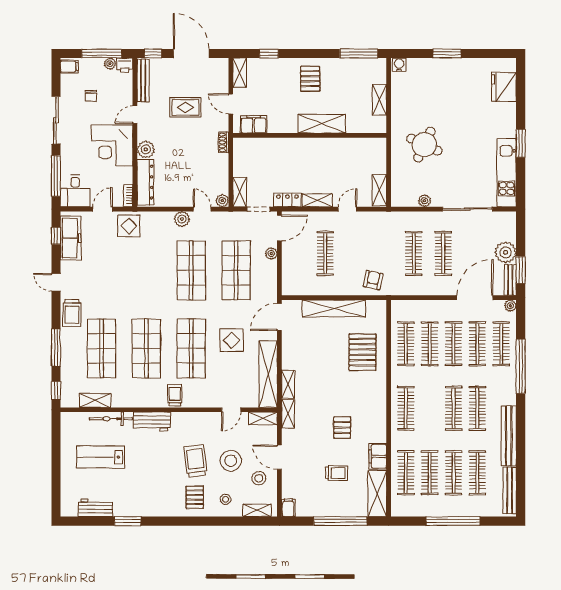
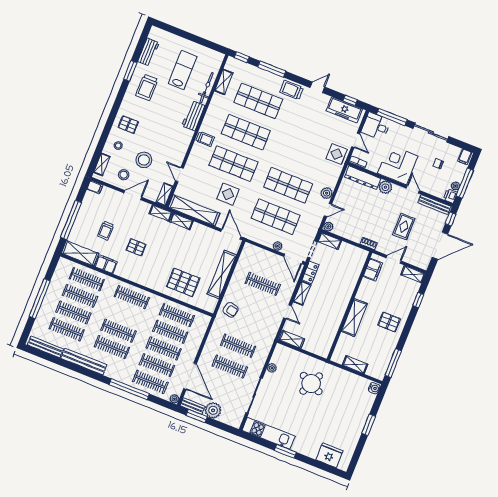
trolley: (195, 461) -> (147, 87), moved, turned 97

